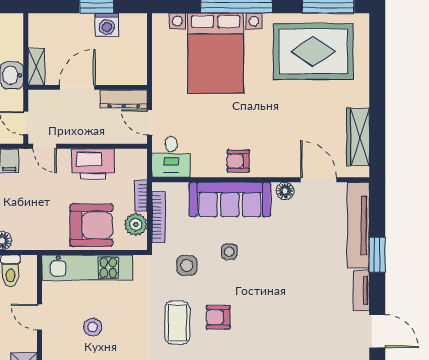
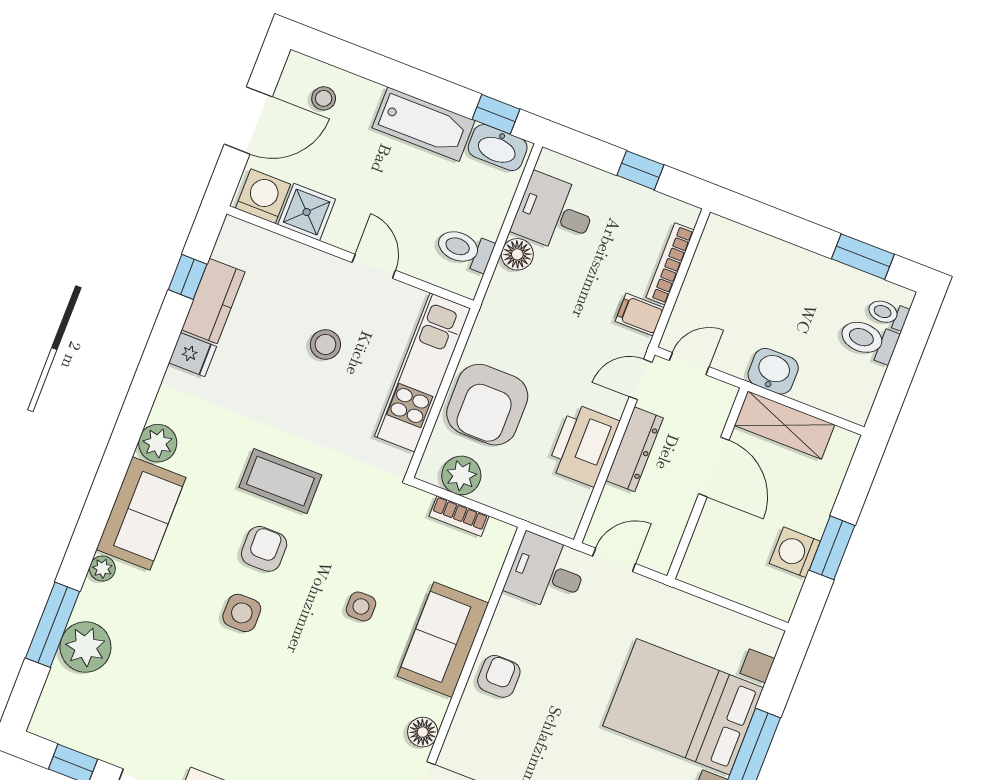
shelving: (36, 67) -> (785, 425), width x1.50, depth x1.33
dresser: (124, 99) -> (634, 449), moved, turned 180
bookcase: (141, 196) -> (504, 501), removed
sofa: (230, 199) -> (443, 640), width x0.73
bookcase: (159, 217) -> (459, 516), width x0.64
side table: (187, 265) -> (242, 613), moved
door: (39, 317) -> (374, 266), hinge flipped

